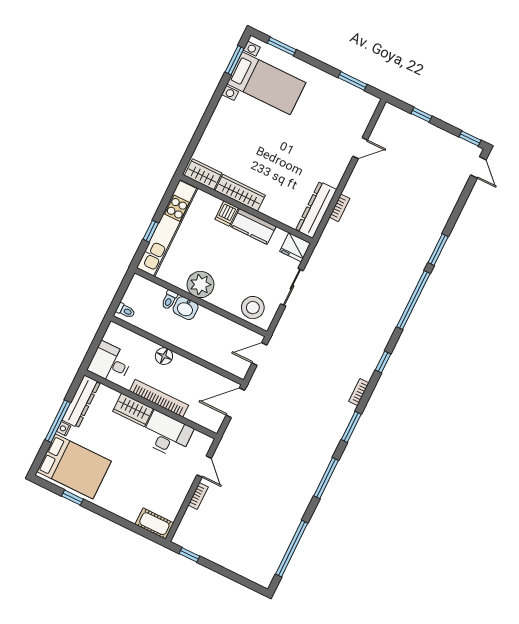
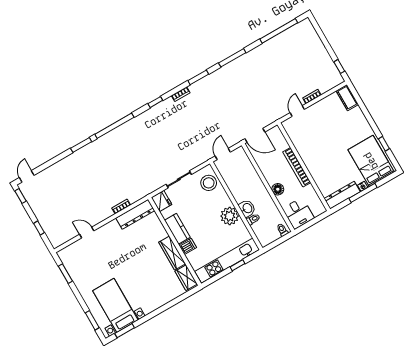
door: (259, 354) -> (223, 154), swing flipped
desk: (110, 363) -> (298, 213), moved
wardrobe: (133, 410) -> (316, 170), removed
desk: (167, 435) -> (306, 144), removed

